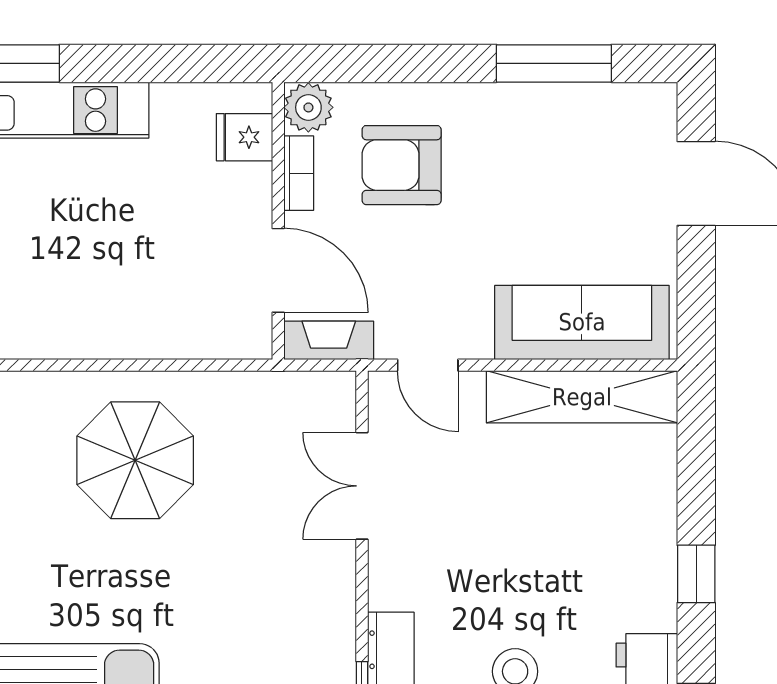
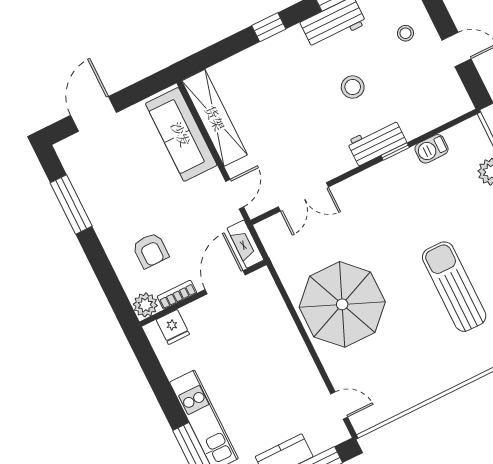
armchair: (402, 165) -> (151, 250), width x0.72, depth x0.72
parasol: (135, 460) -> (342, 304), width x1.36, depth x1.36

